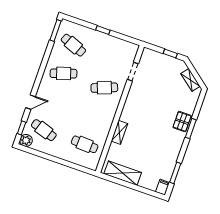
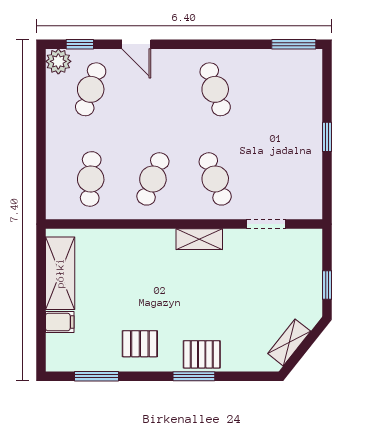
cafe table: (73, 45) -> (153, 179), moved
shelving: (119, 132) -> (199, 239), moved
pallet: (167, 148) -> (140, 344), added
filing cabinet: (163, 187) -> (60, 322), moved

